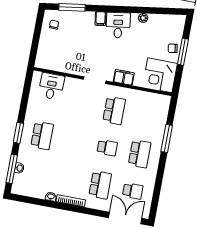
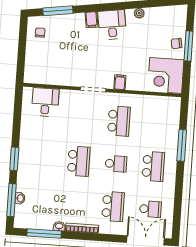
filing cabinet: (124, 77) -> (120, 82), width x0.50
school desk: (42, 136) -> (79, 161), moved
window: (37, 201) -> (44, 234), added

